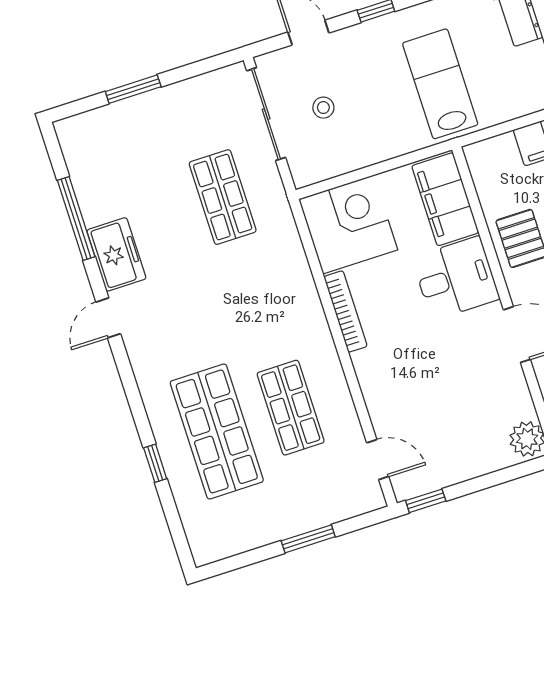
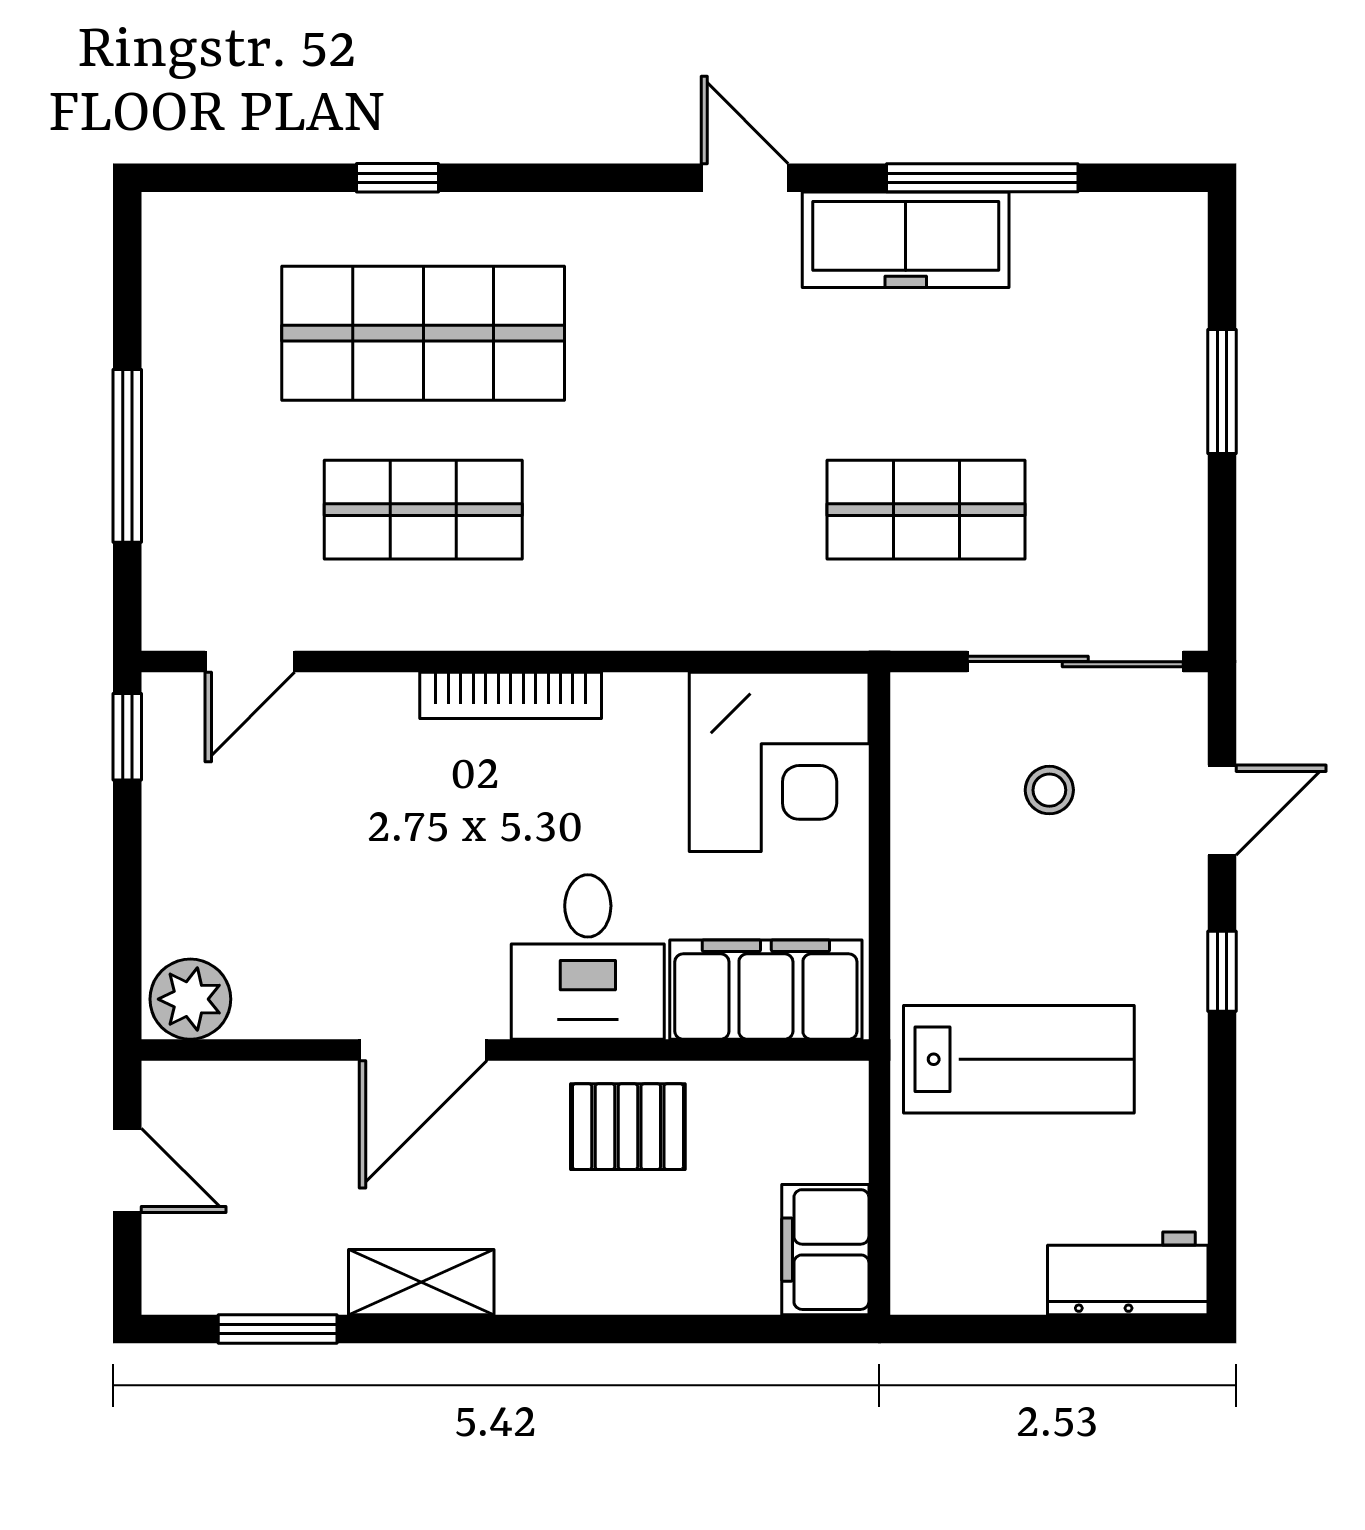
freezer: (116, 254) -> (906, 240), width x1.40
bookcase: (345, 311) -> (511, 695), moved
window: (308, 539) -> (127, 456), width x1.44

